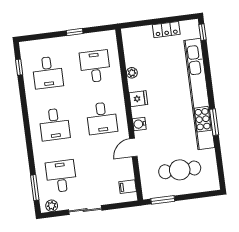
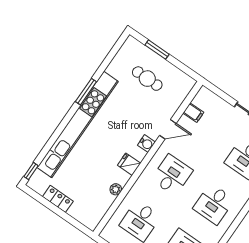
desk: (54, 124) -> (214, 204), turned 180
cafe table: (180, 170) -> (147, 79), width x0.73, depth x0.74
filing cabinet: (128, 187) -> (193, 113), moved
window: (163, 200) -> (157, 50), moved

